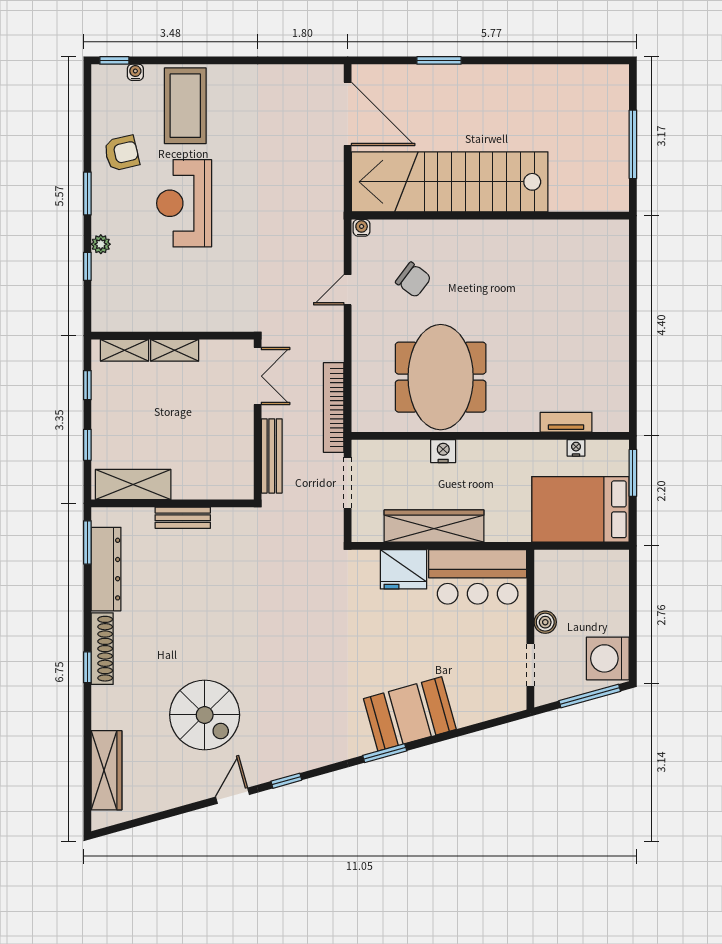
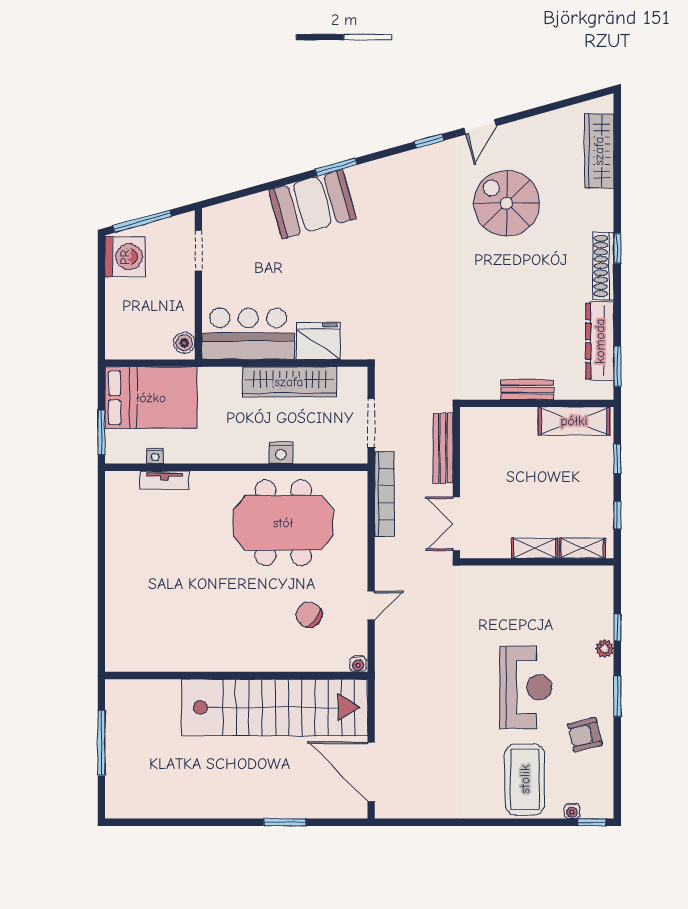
meeting table: (441, 377) -> (283, 523), turned 90
boiler: (545, 622) -> (184, 343), moved

